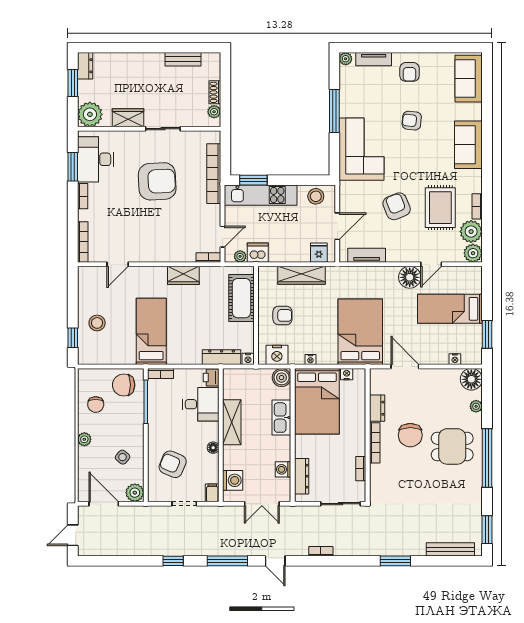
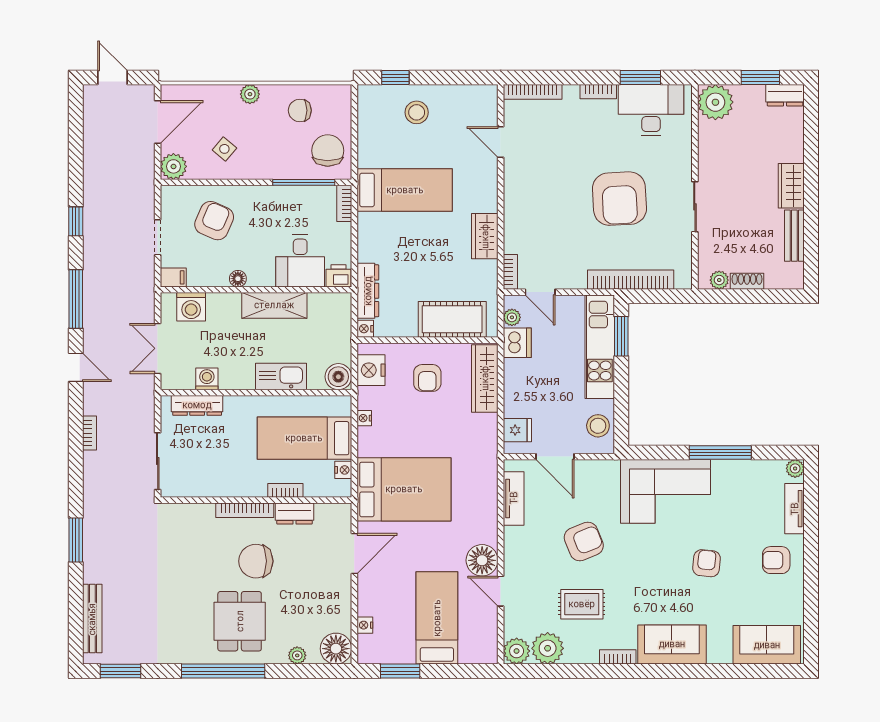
wardrobe: (128, 118) -> (791, 186), moved, turned 180
bookcase: (477, 206) -> (618, 657), moved
rug: (440, 208) -> (582, 604), width x0.73, depth x0.70
wardrobe: (301, 275) -> (485, 378), moved
bed: (317, 401) -> (304, 438), width x0.67
bookcase: (361, 469) -> (285, 490), moved
door: (275, 561) -> (76, 367), swing flipped

